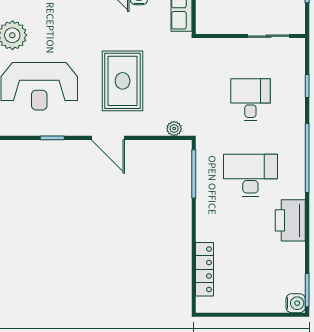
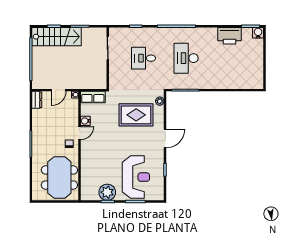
rug: (123, 81) -> (136, 115), moved
printer: (290, 220) -> (230, 36), moved
locker: (205, 269) -> (239, 84), removed

